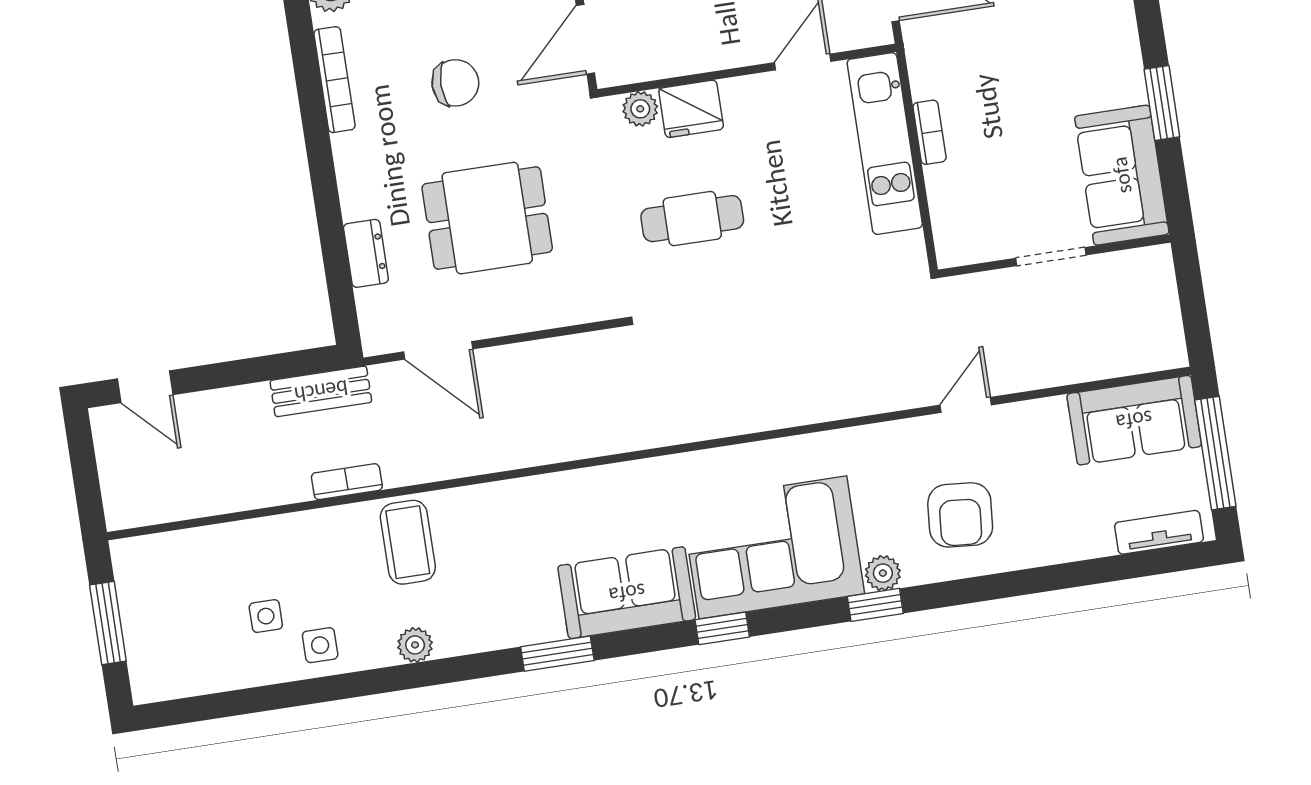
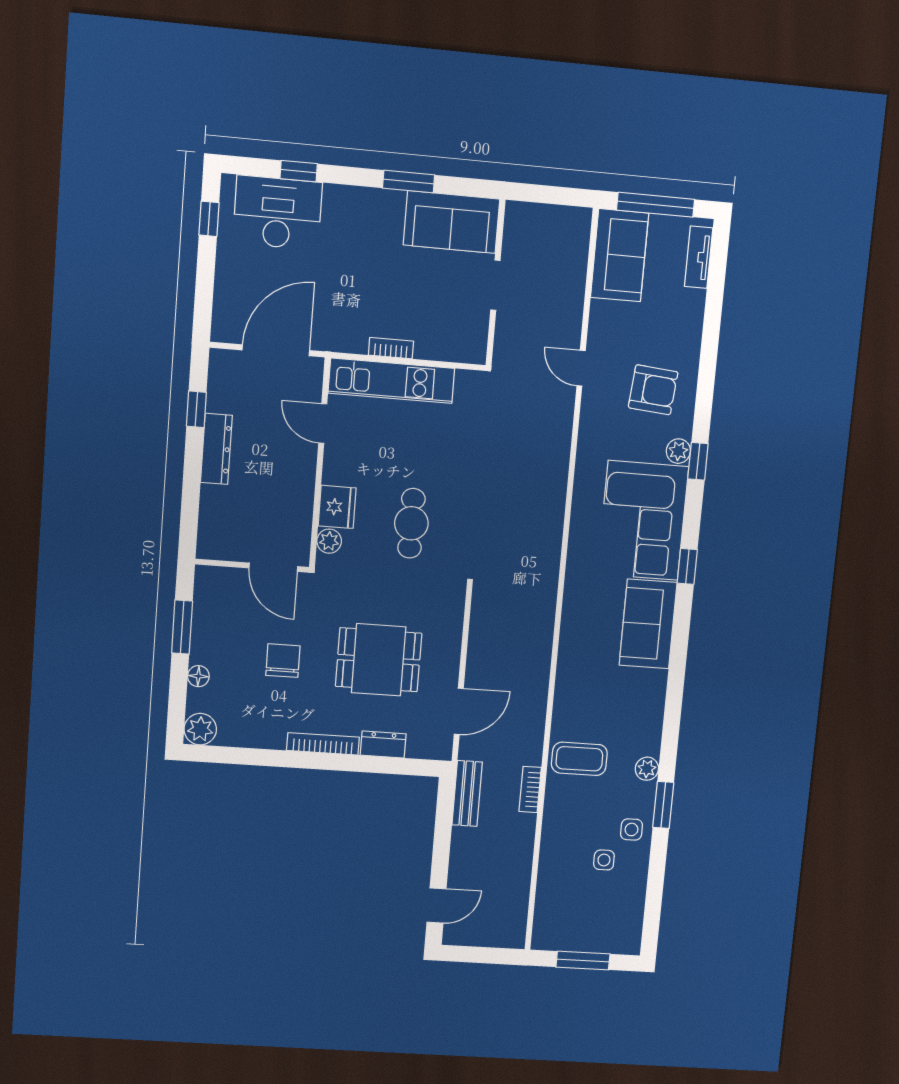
bookcase: (334, 80) -> (323, 744), moved
dining table: (487, 218) -> (379, 660), turned 90
window: (557, 654) -> (663, 805), moved

